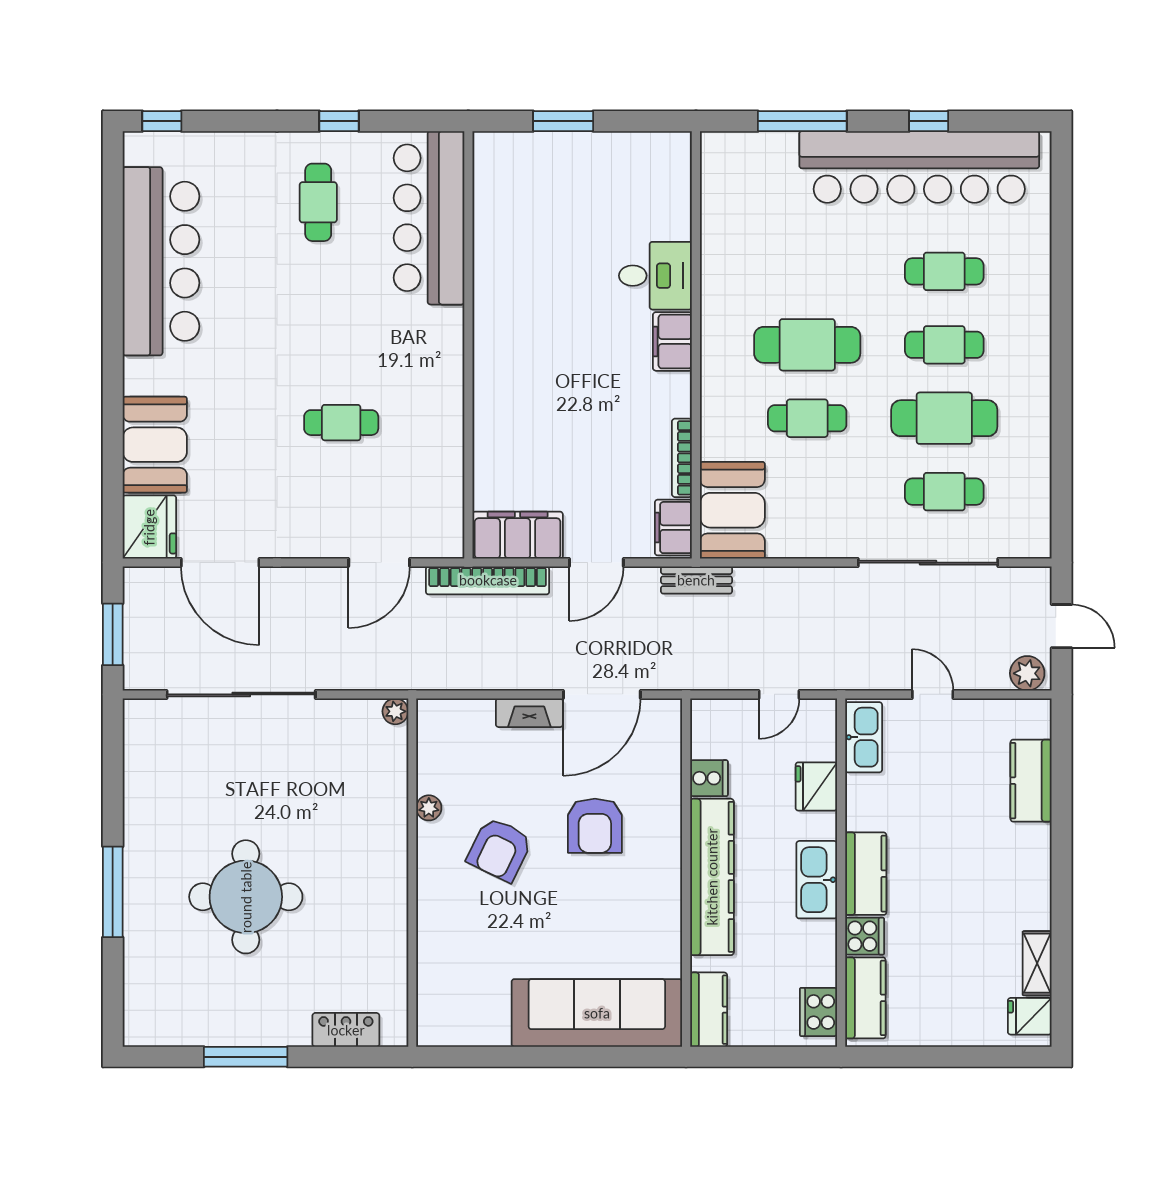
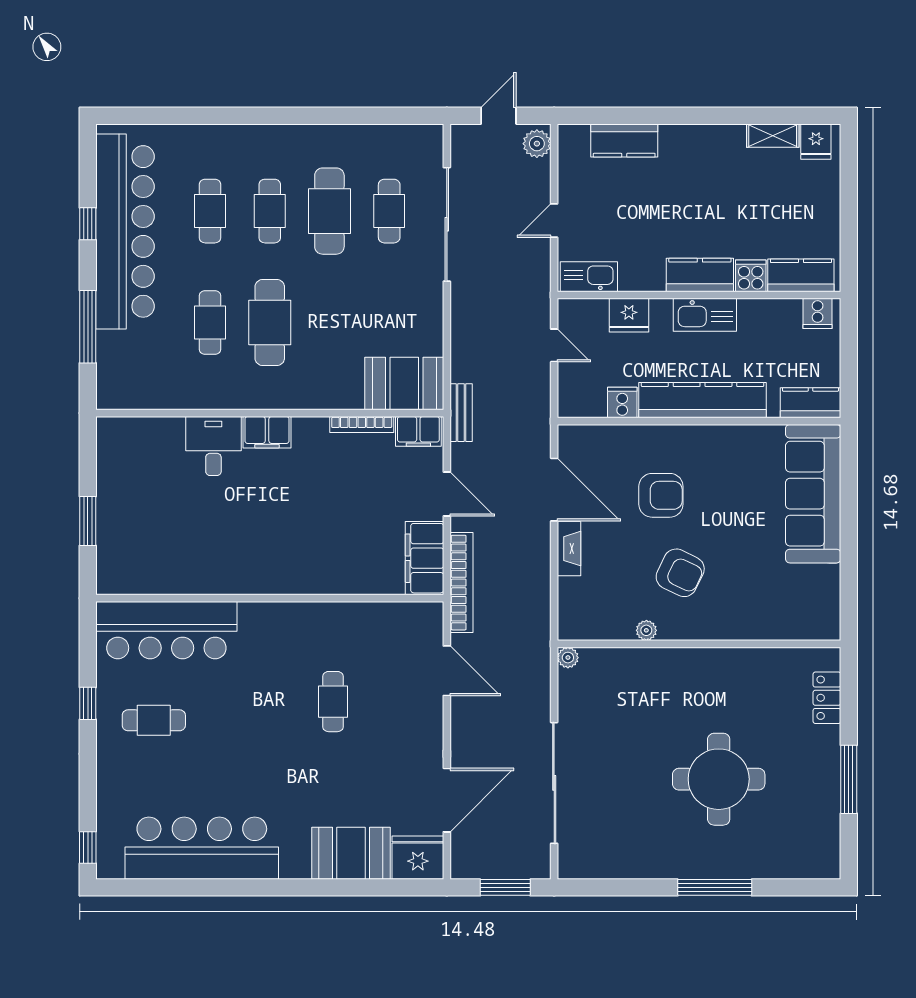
cafe table: (807, 418) -> (210, 323), moved
cooker: (818, 1012) -> (818, 313), width x0.73

